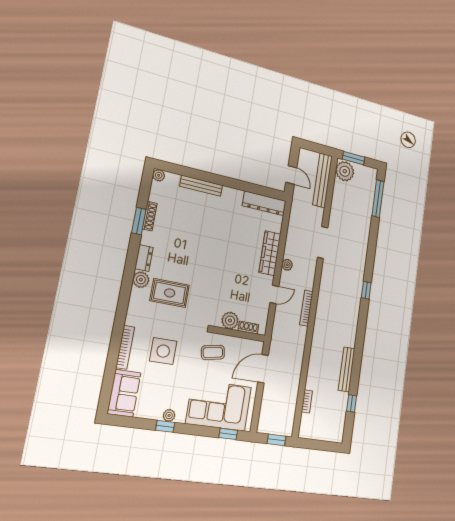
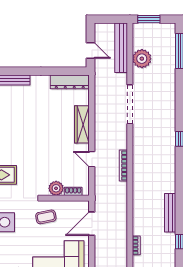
plant: (345, 171) -> (142, 59), moved
doorway: (323, 242) -> (130, 104), width x1.36
plant: (287, 265) -> (99, 131), removed
door: (274, 294) -> (92, 159), swing flipped

